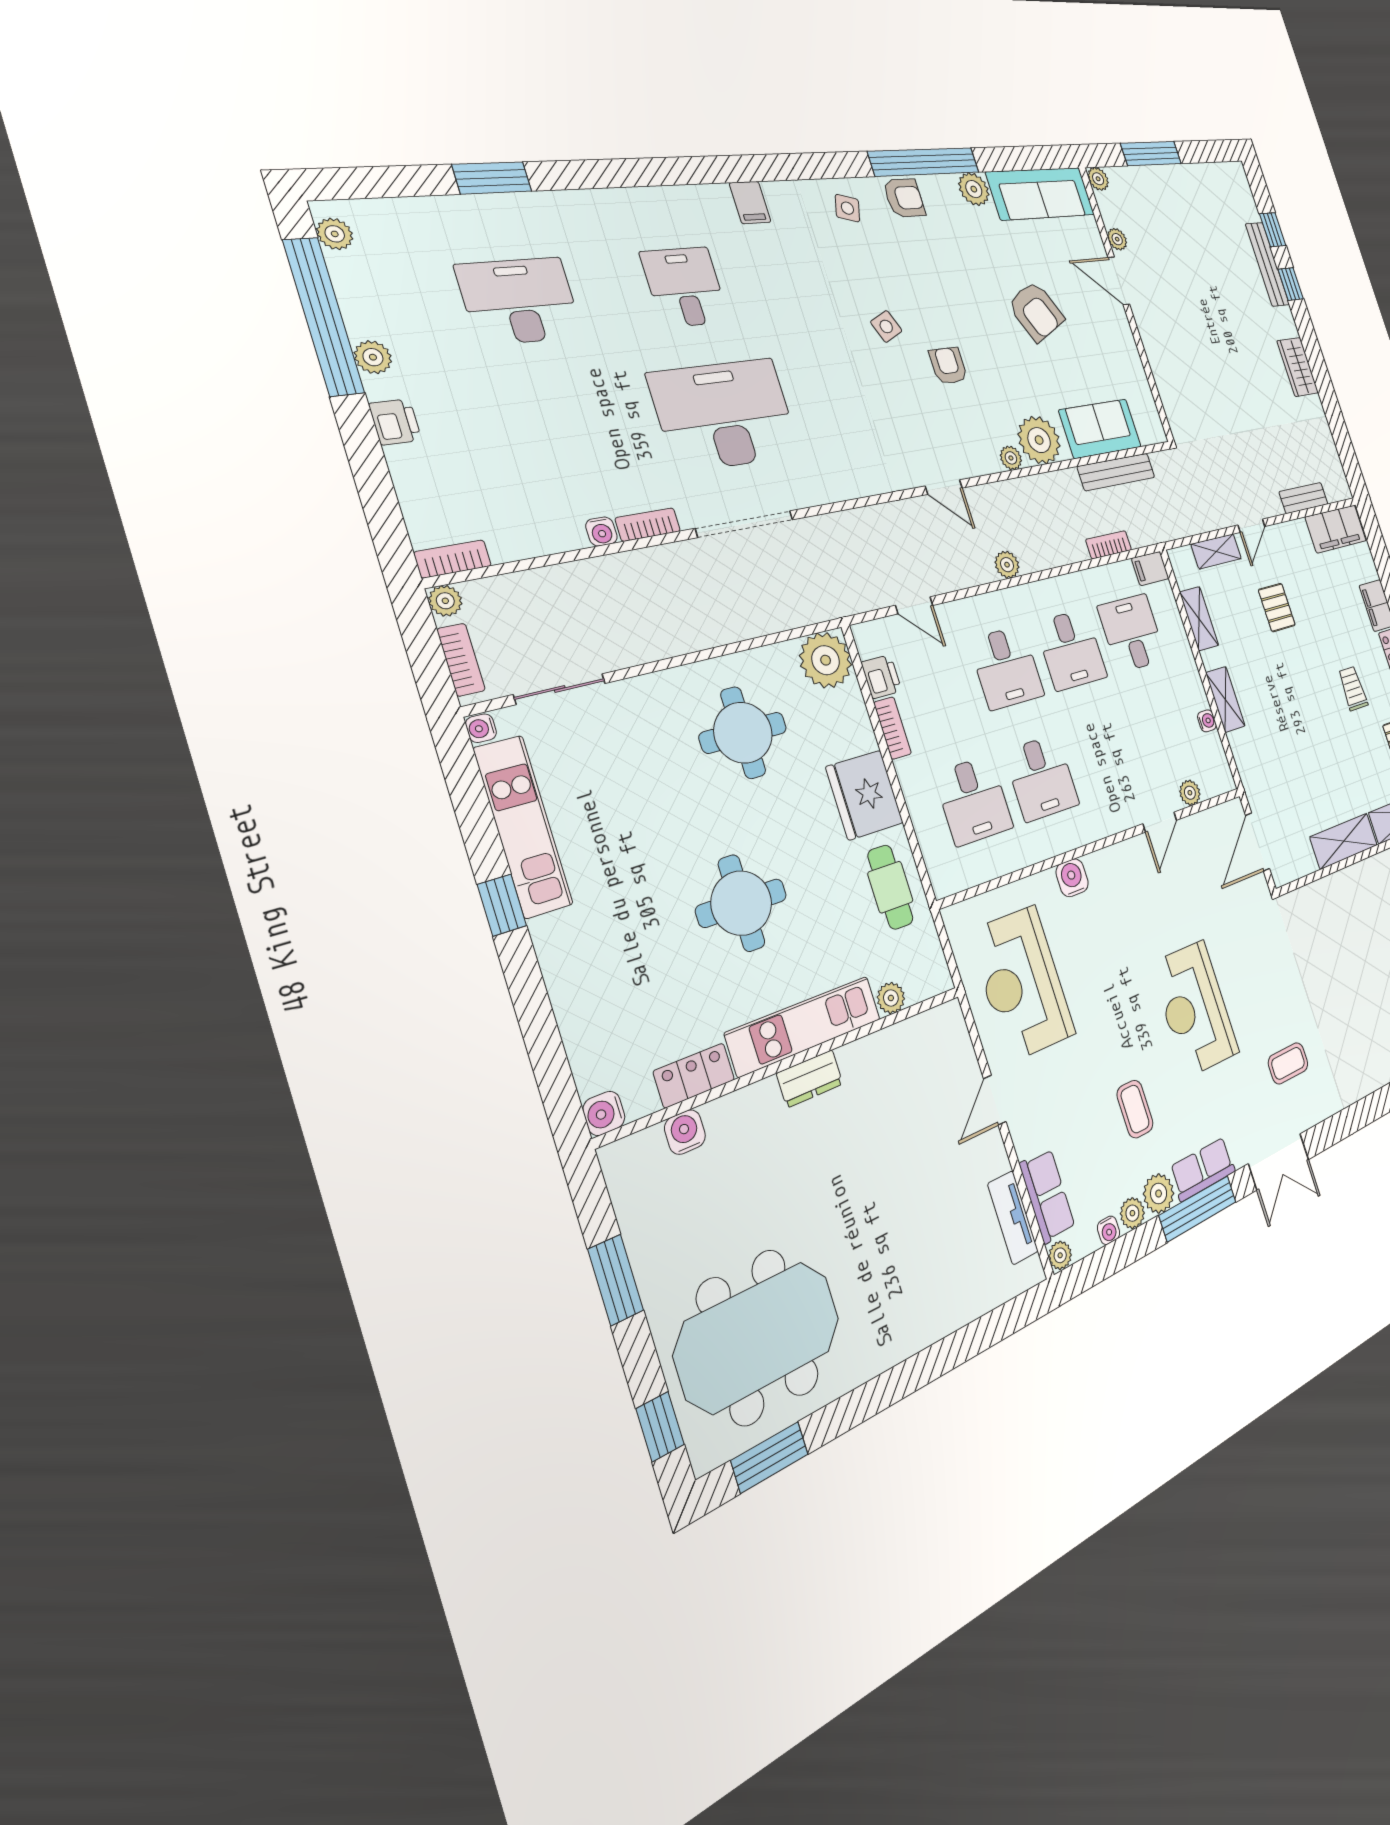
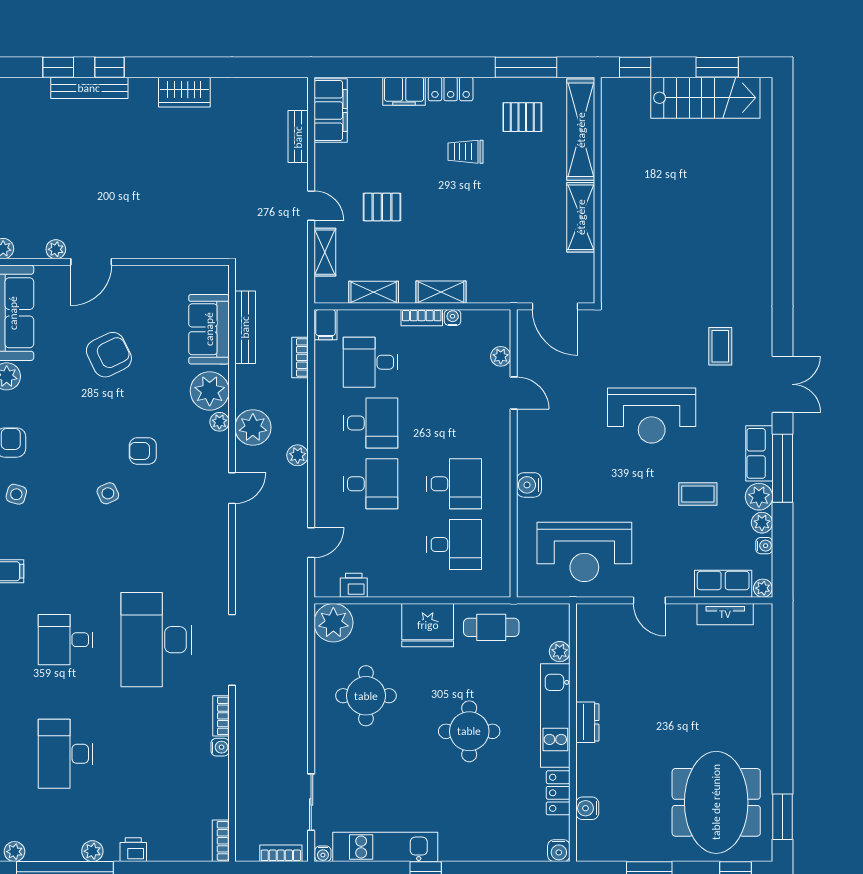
plant: (445, 601) -> (253, 427), moved, width x1.87, depth x1.87
bookcase: (893, 728) -> (422, 318), moved, turned 180

